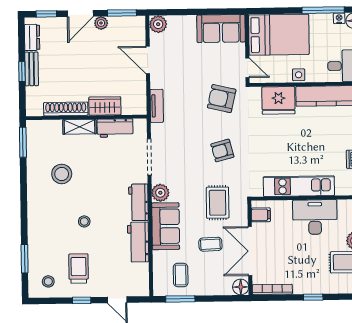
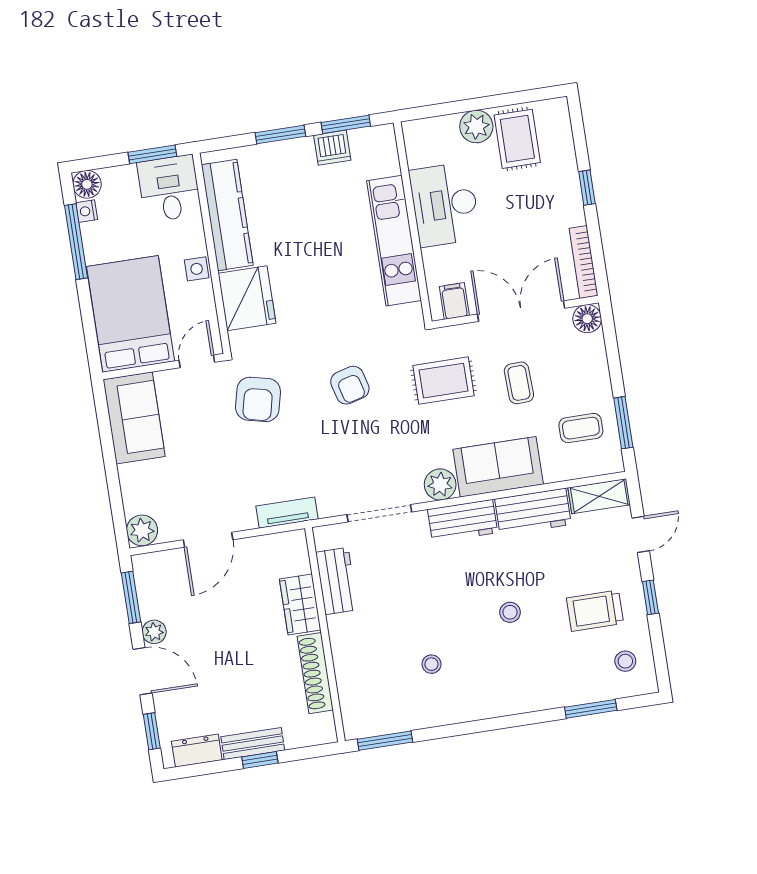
shelving: (80, 127) -> (599, 496), moved, turned 90
stool: (62, 174) -> (431, 664), width x0.53, depth x0.53
double door: (250, 251) -> (521, 311), swing flipped

